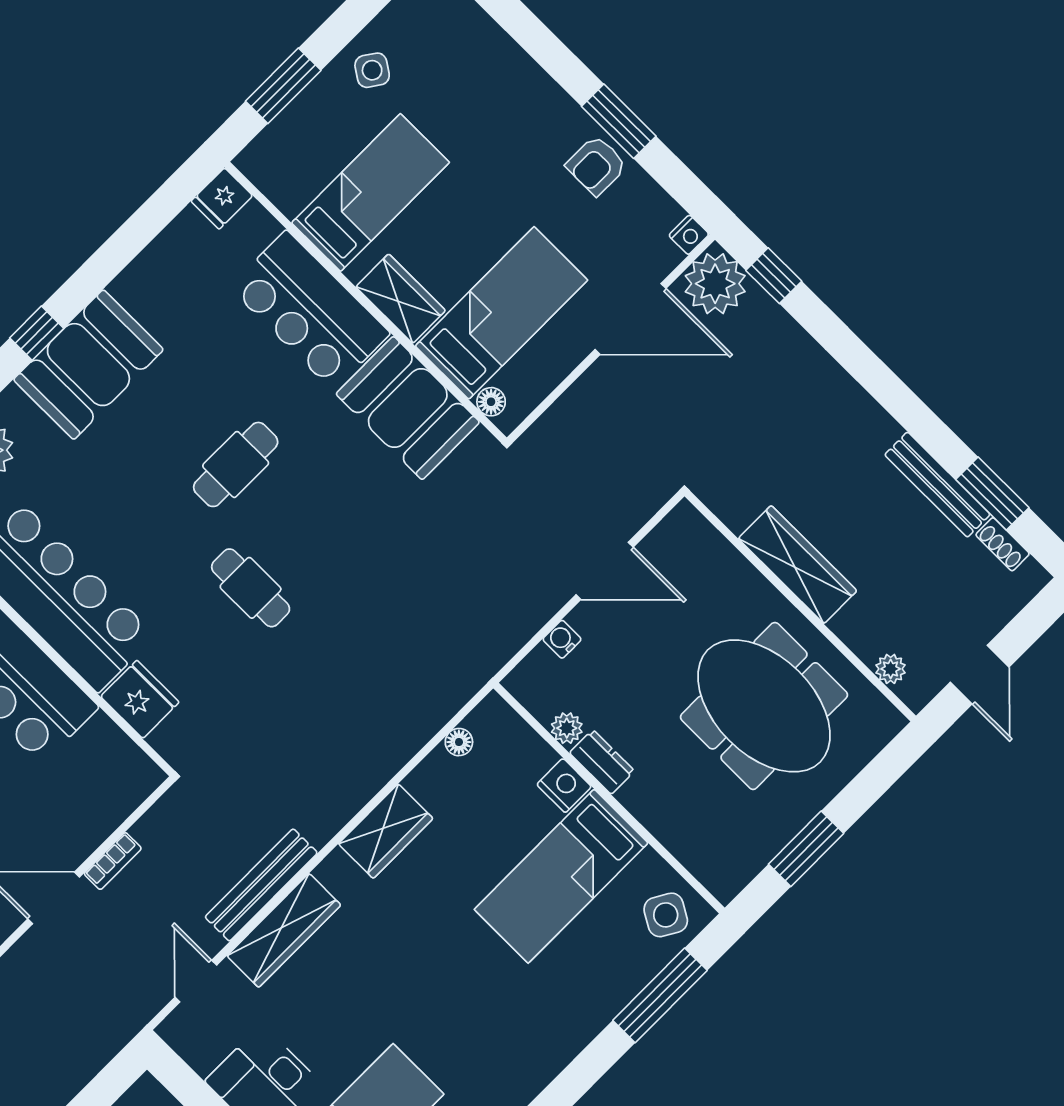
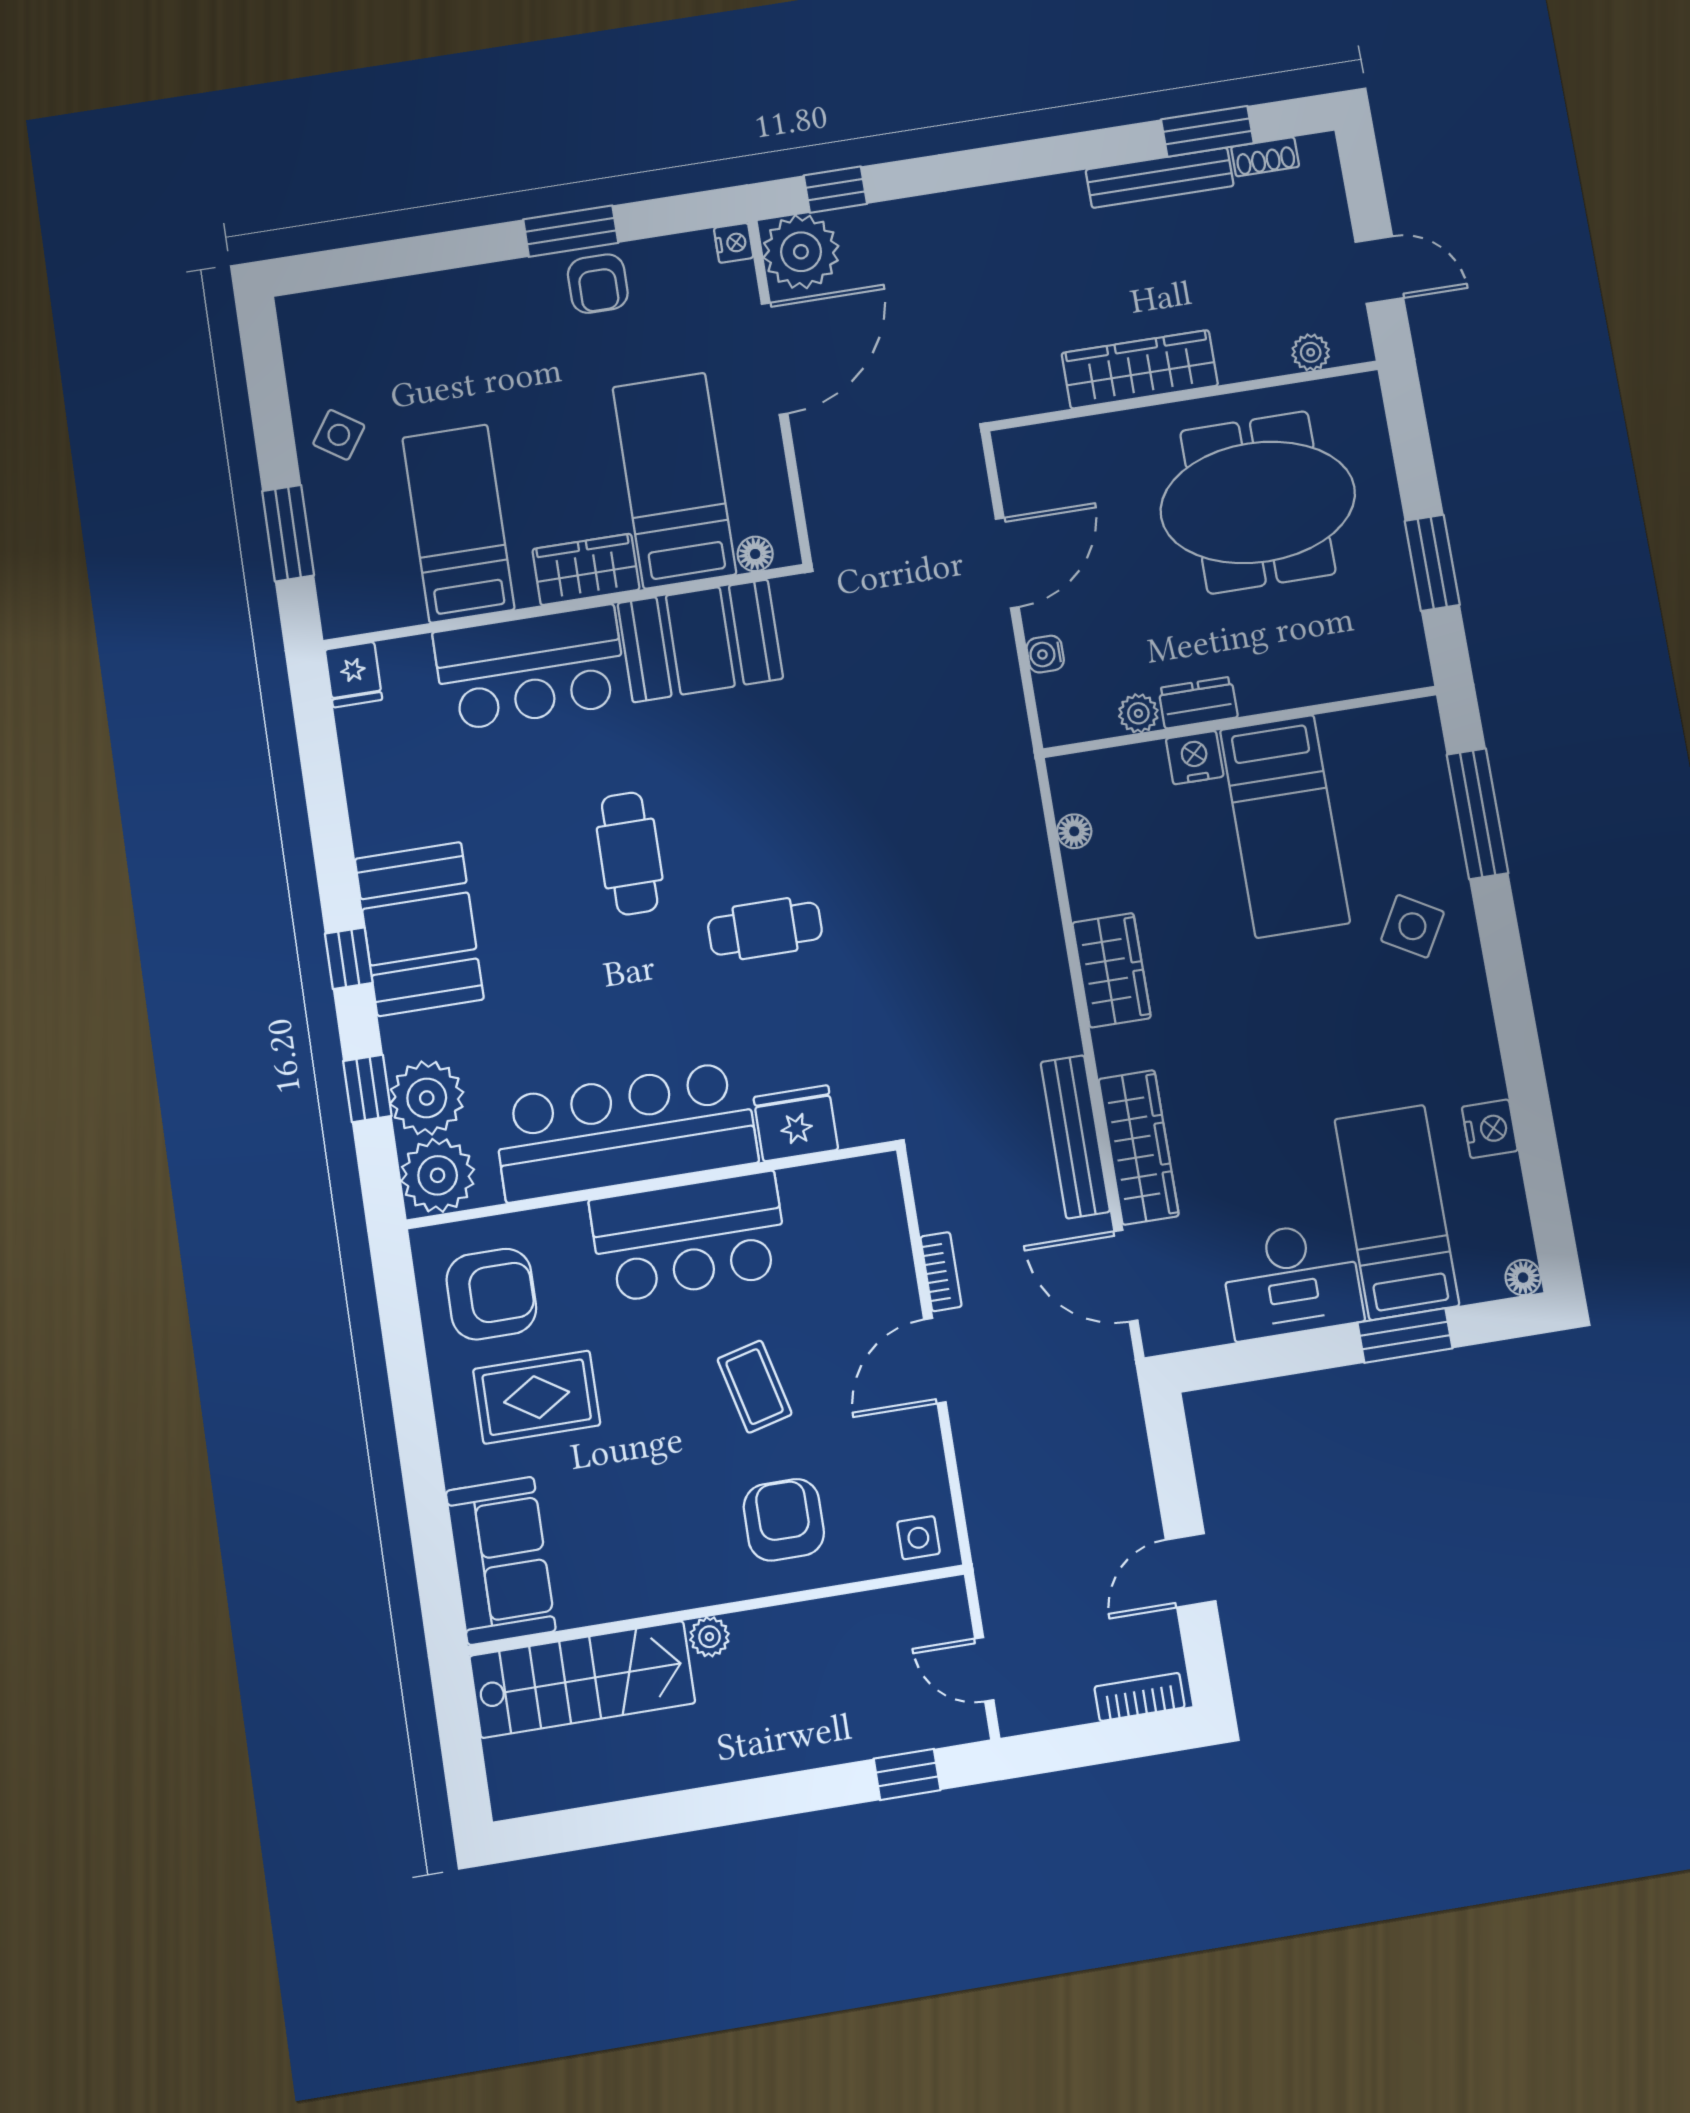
side table: (666, 915) -> (1412, 926), moved
door: (196, 981) -> (1126, 1276), width x1.38

